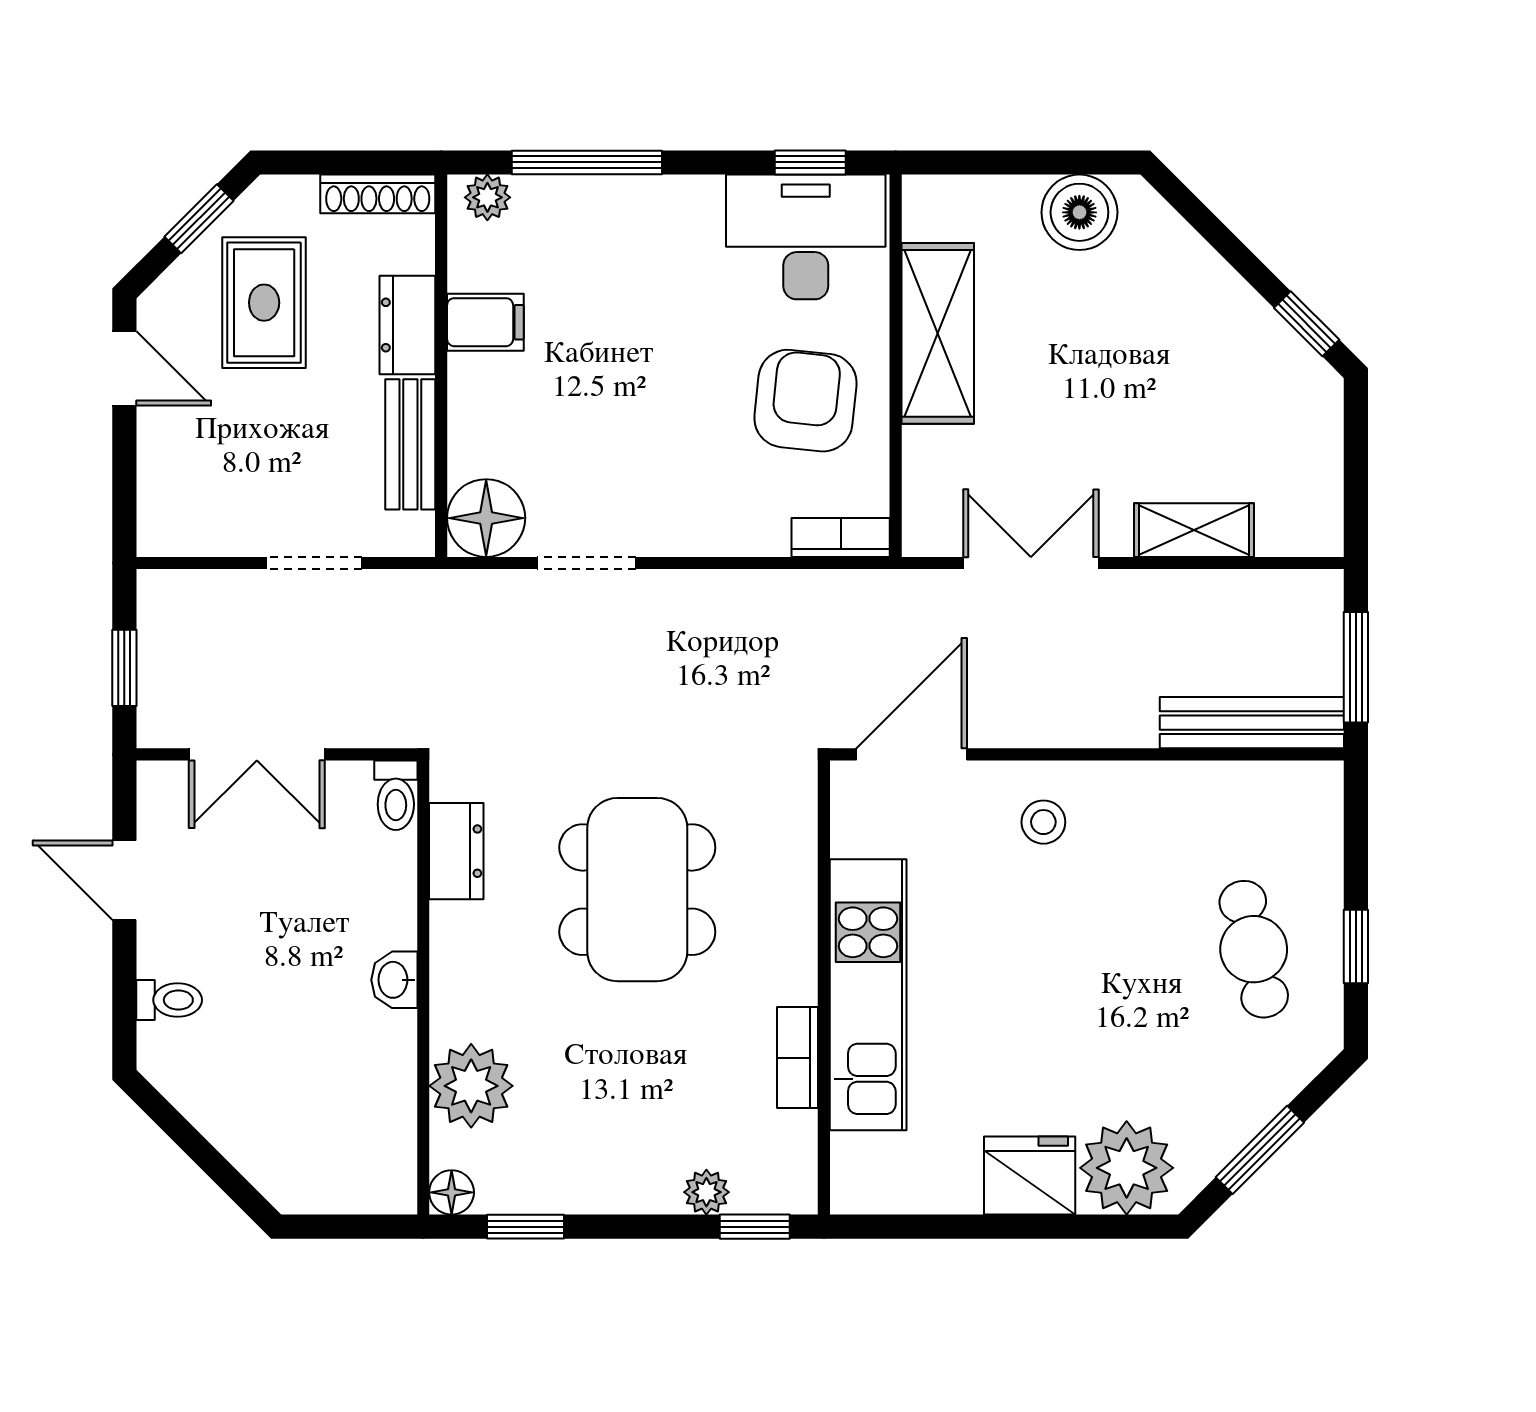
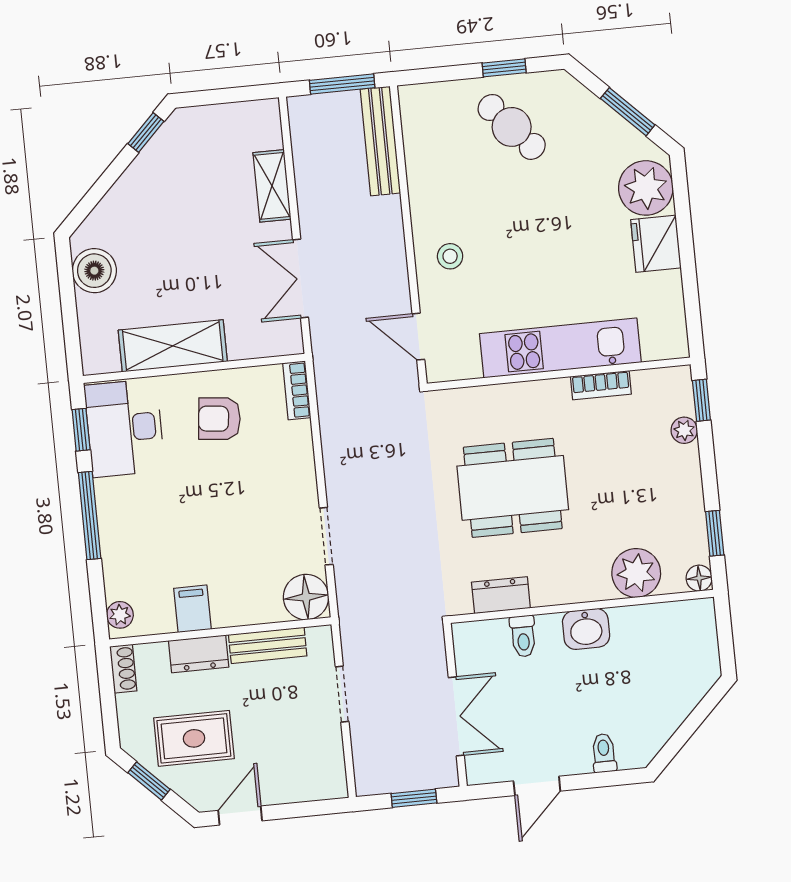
window: (587, 162) -> (90, 516), moved
shoe rack: (378, 194) -> (123, 669), width x0.70
armchair: (805, 401) -> (219, 419), width x0.72, depth x0.72
door: (912, 754) -> (418, 337), width x0.73
toilet: (396, 795) -> (523, 636), moved, turned 90
cafe table: (1254, 949) -> (512, 127), turned 62
washbasin: (394, 980) -> (586, 629), width x1.38, depth x1.45

